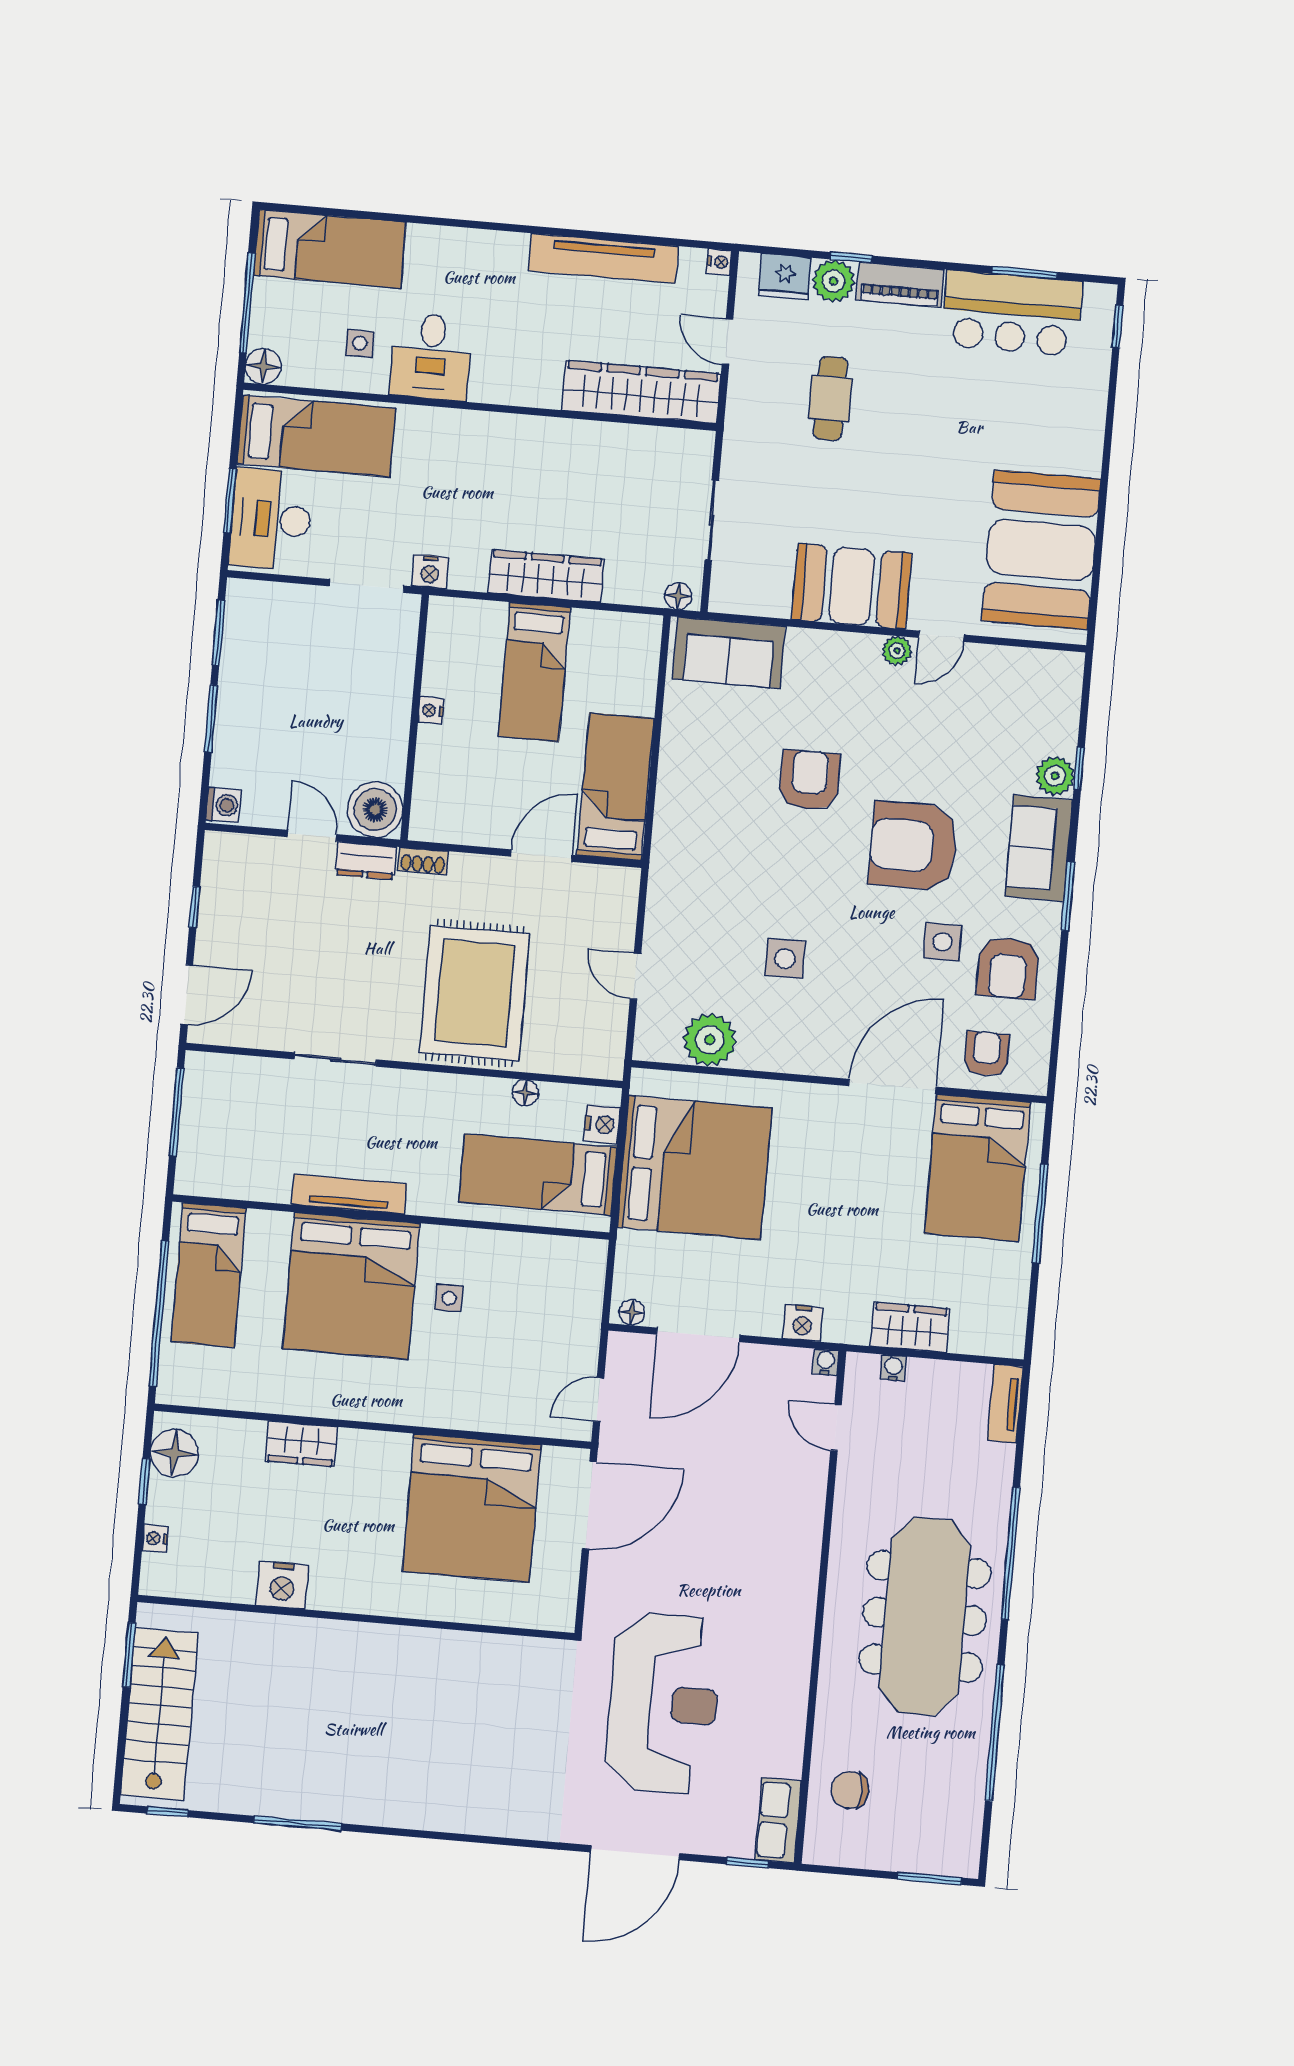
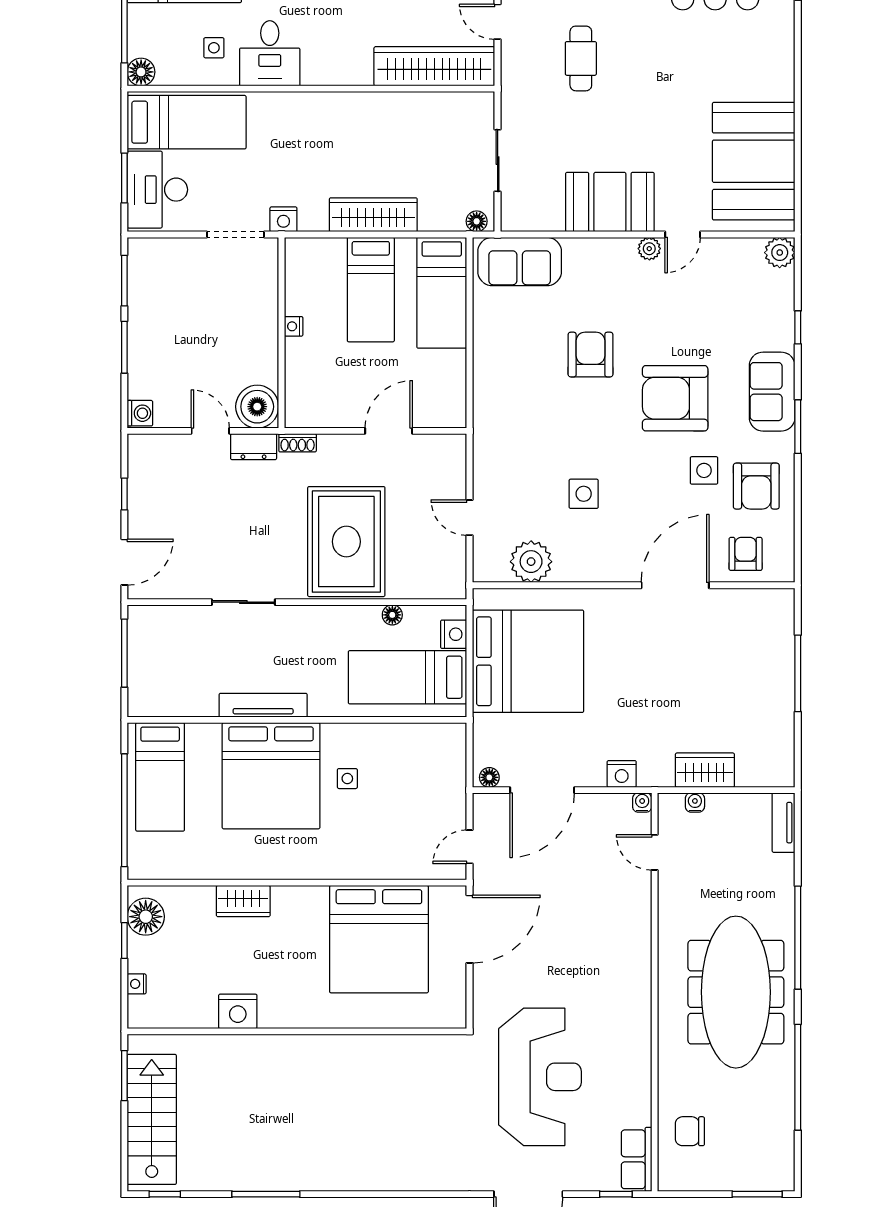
plant: (1055, 776) -> (780, 253), moved
bed: (615, 787) -> (442, 293), moved, turned 180
bed: (978, 1168) -> (746, 642), removed

